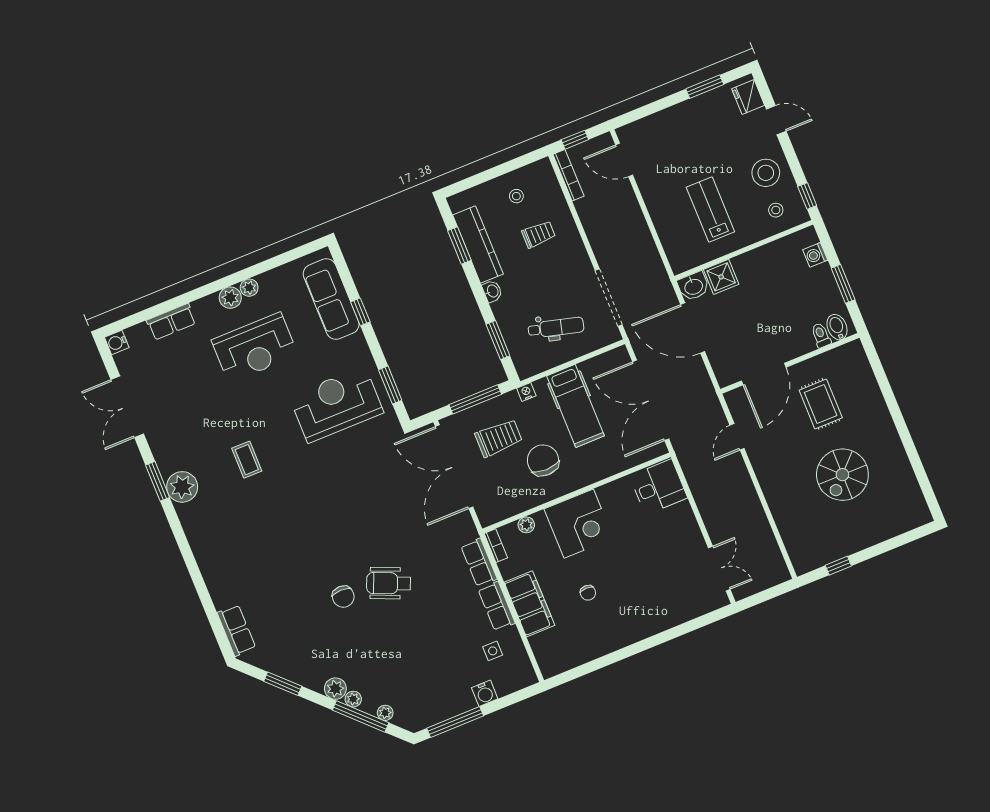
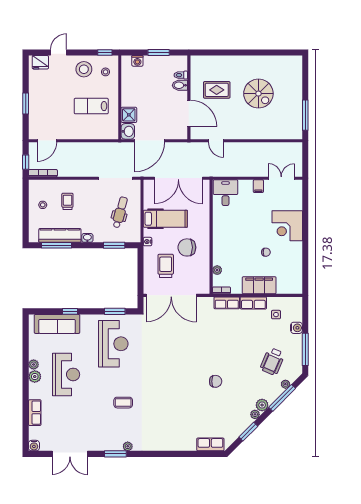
window: (705, 87) -> (26, 103), moved
window: (459, 246) -> (56, 245), width x1.44
bidet: (837, 327) -> (180, 85), moved
window: (475, 399) -> (140, 270), removed
reception desk: (336, 404) -> (113, 344), turned 180
plant: (182, 487) -> (128, 446), width x0.53, depth x0.53
corner desk: (579, 524) -> (287, 226), moved, turned 180
filing cabinet: (691, 536) -> (258, 186), added
window: (838, 566) -> (305, 115), width x2.17
wheelchair: (389, 583) -> (272, 361), moved
plant: (353, 699) -> (255, 414), moved

